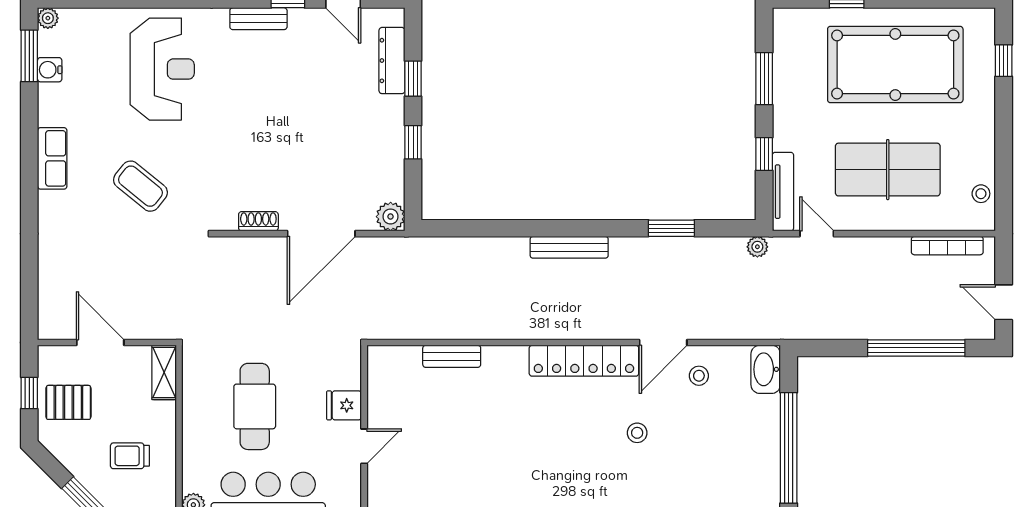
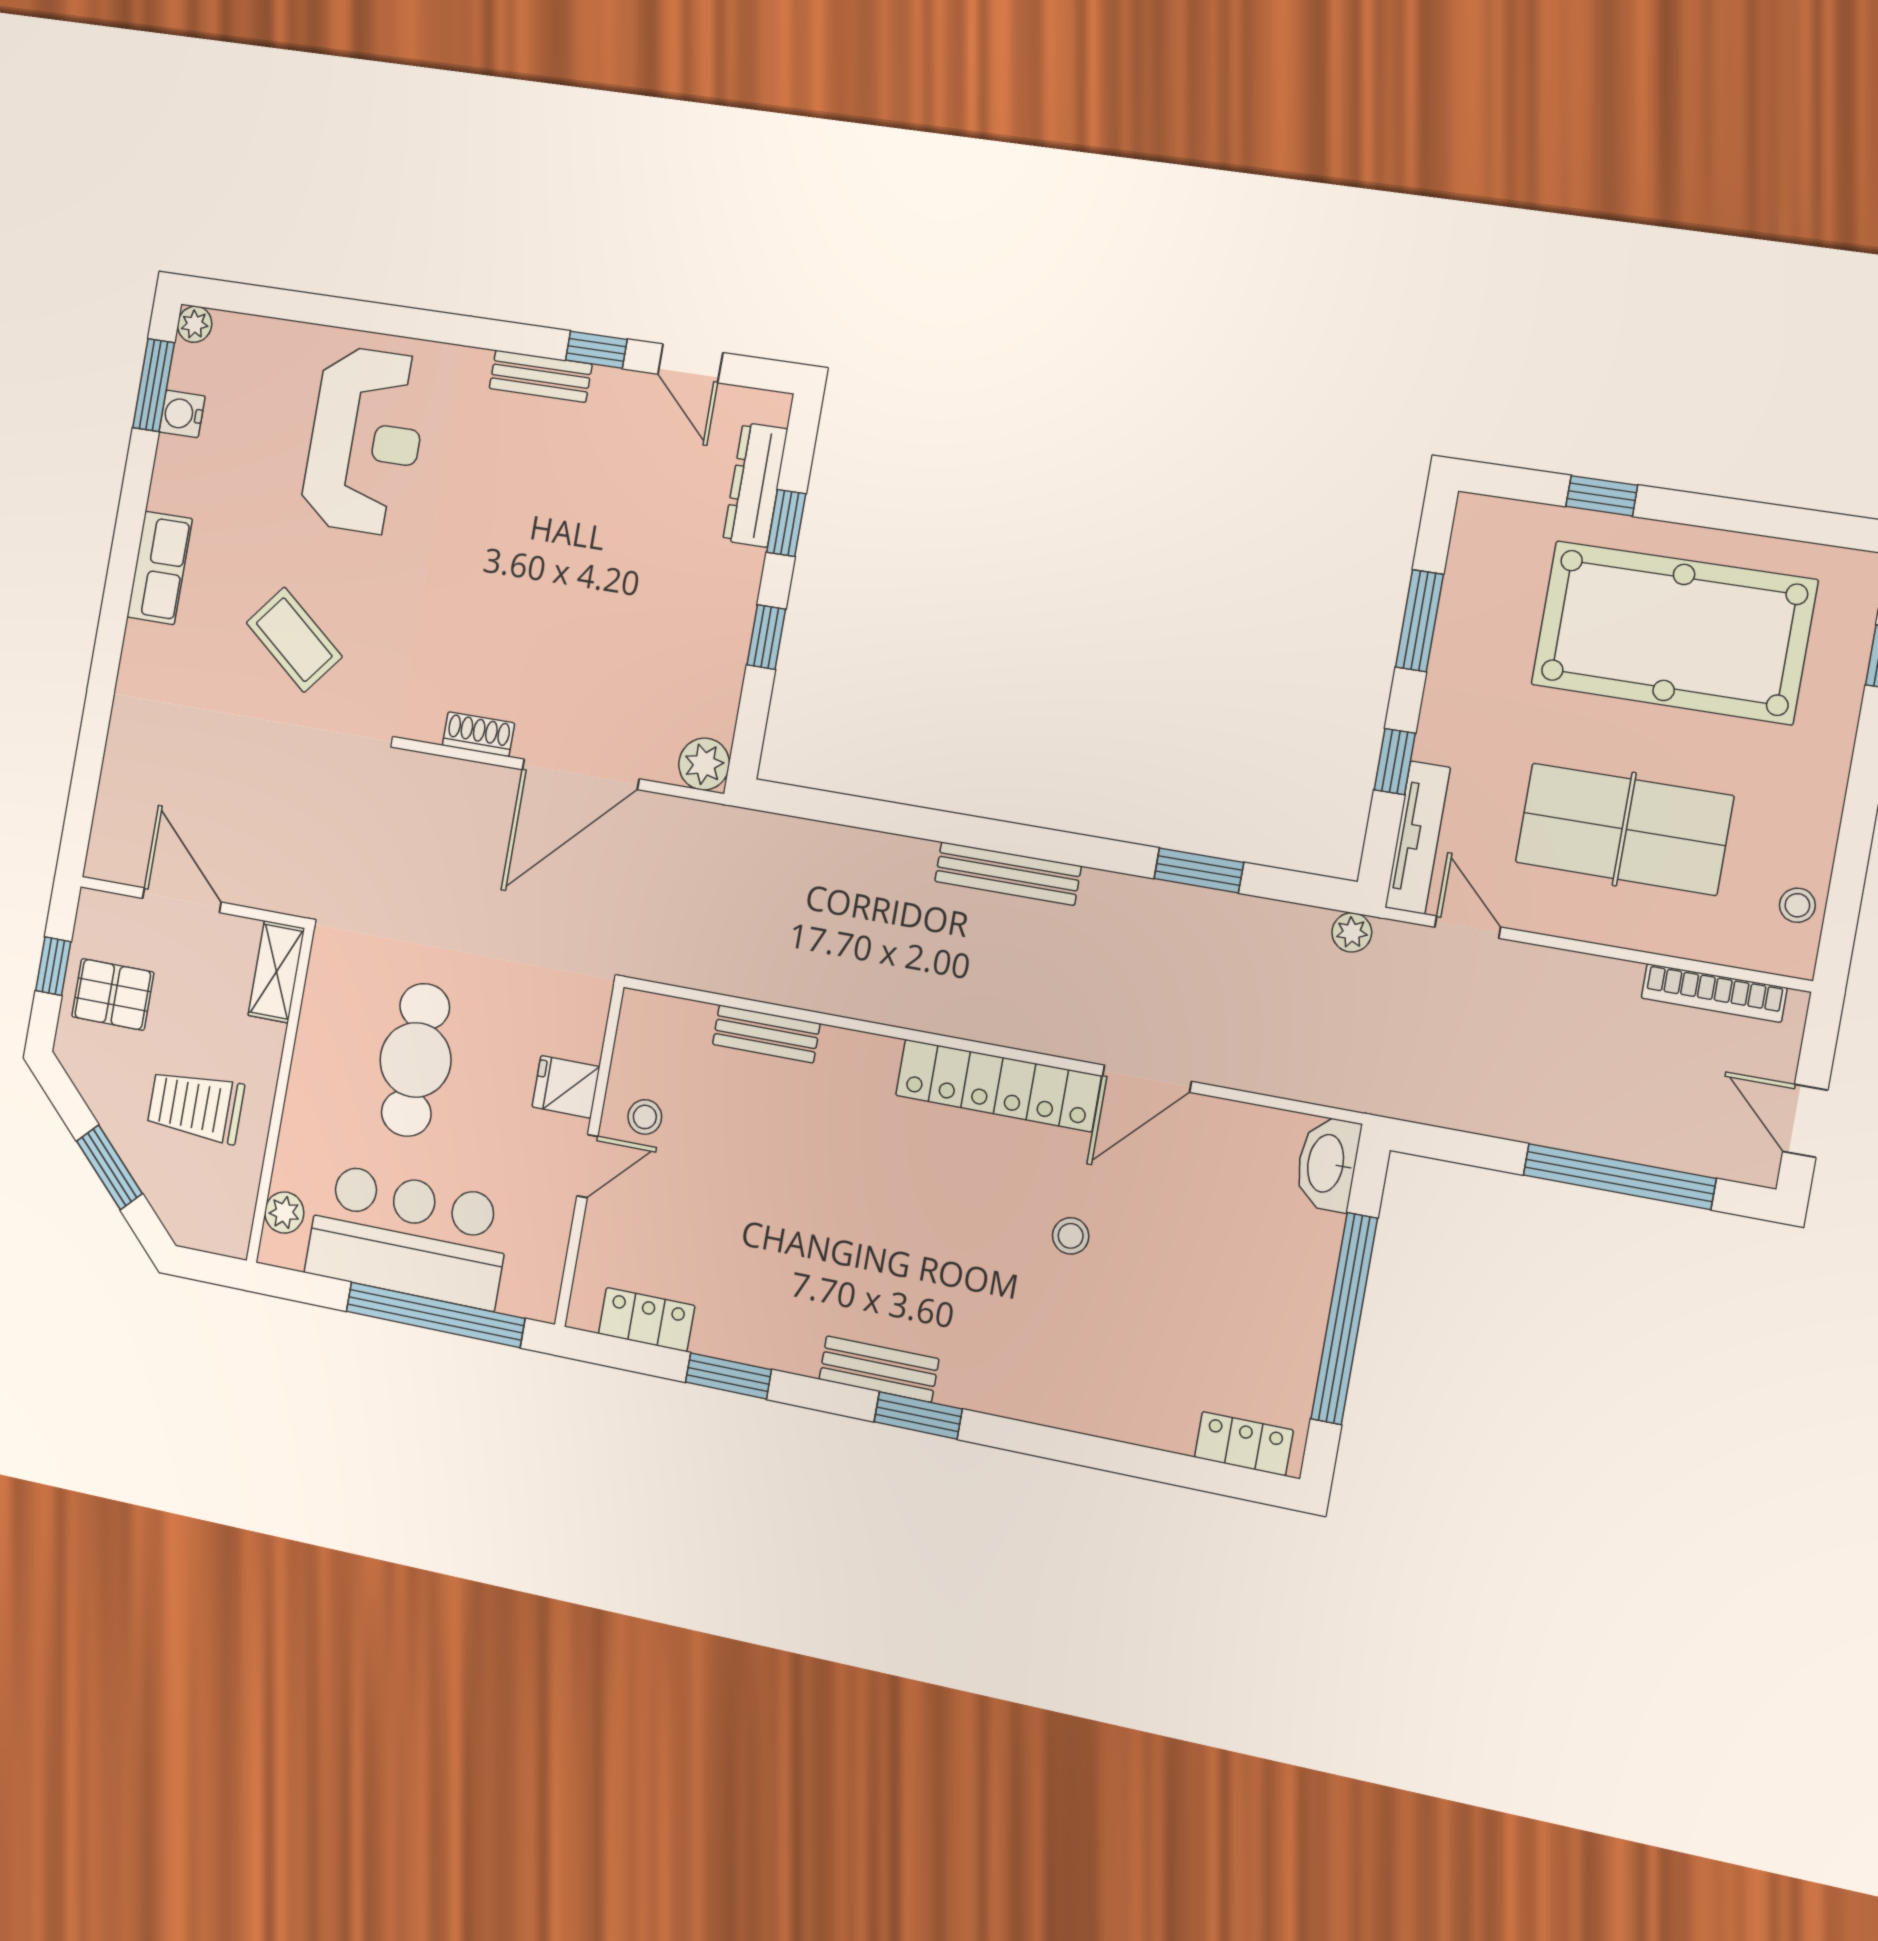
stool: (699, 376) -> (645, 1117), moved
trolley: (130, 456) -> (196, 1106), width x1.36, depth x1.39

